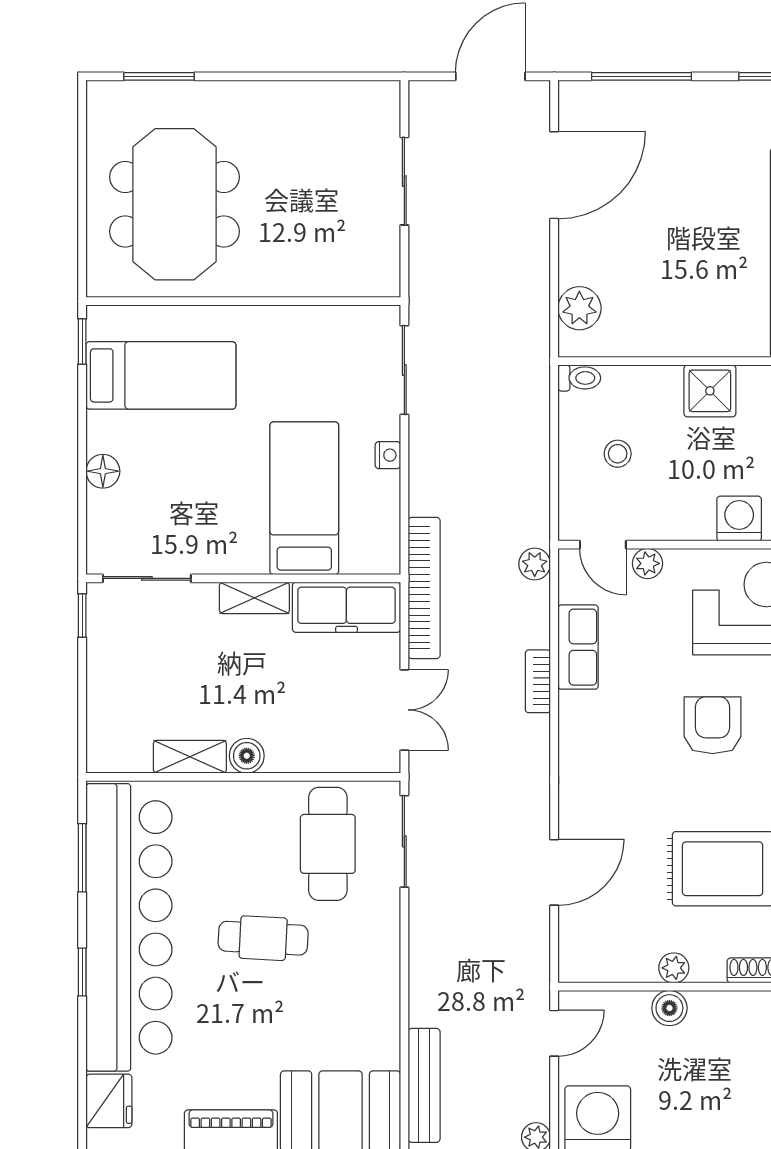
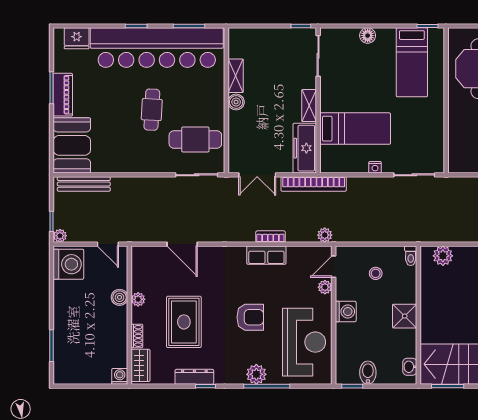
washing machine: (739, 519) -> (346, 312), moved
row of seats: (578, 647) -> (266, 255), moved

